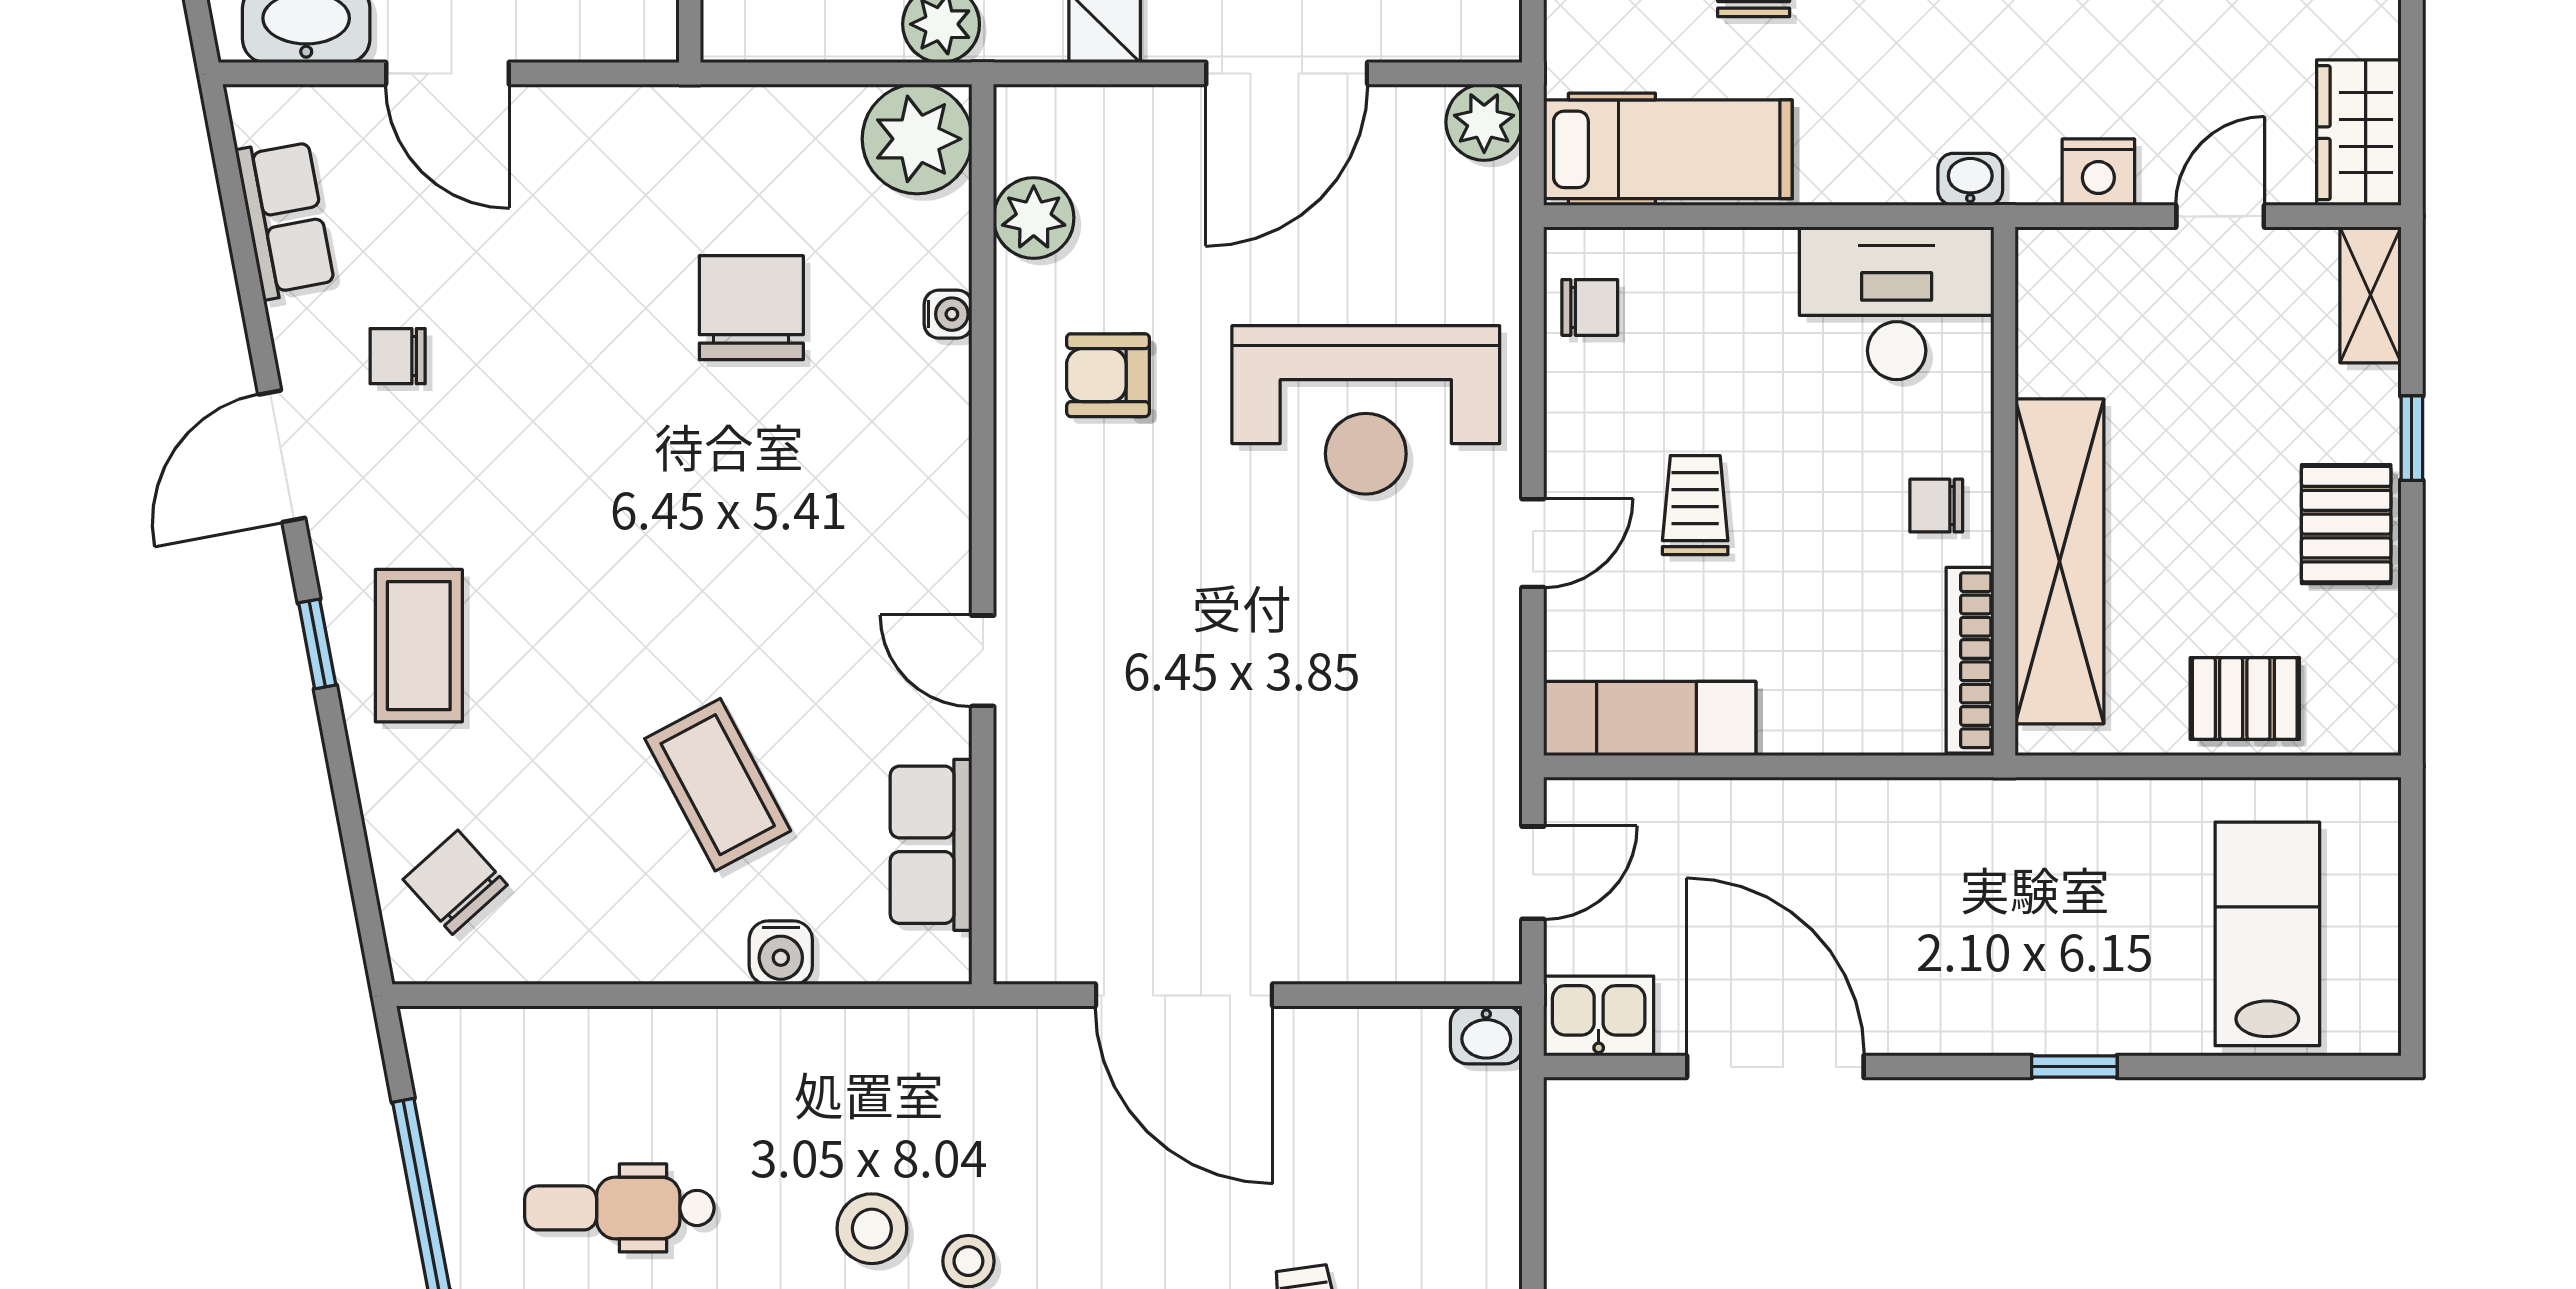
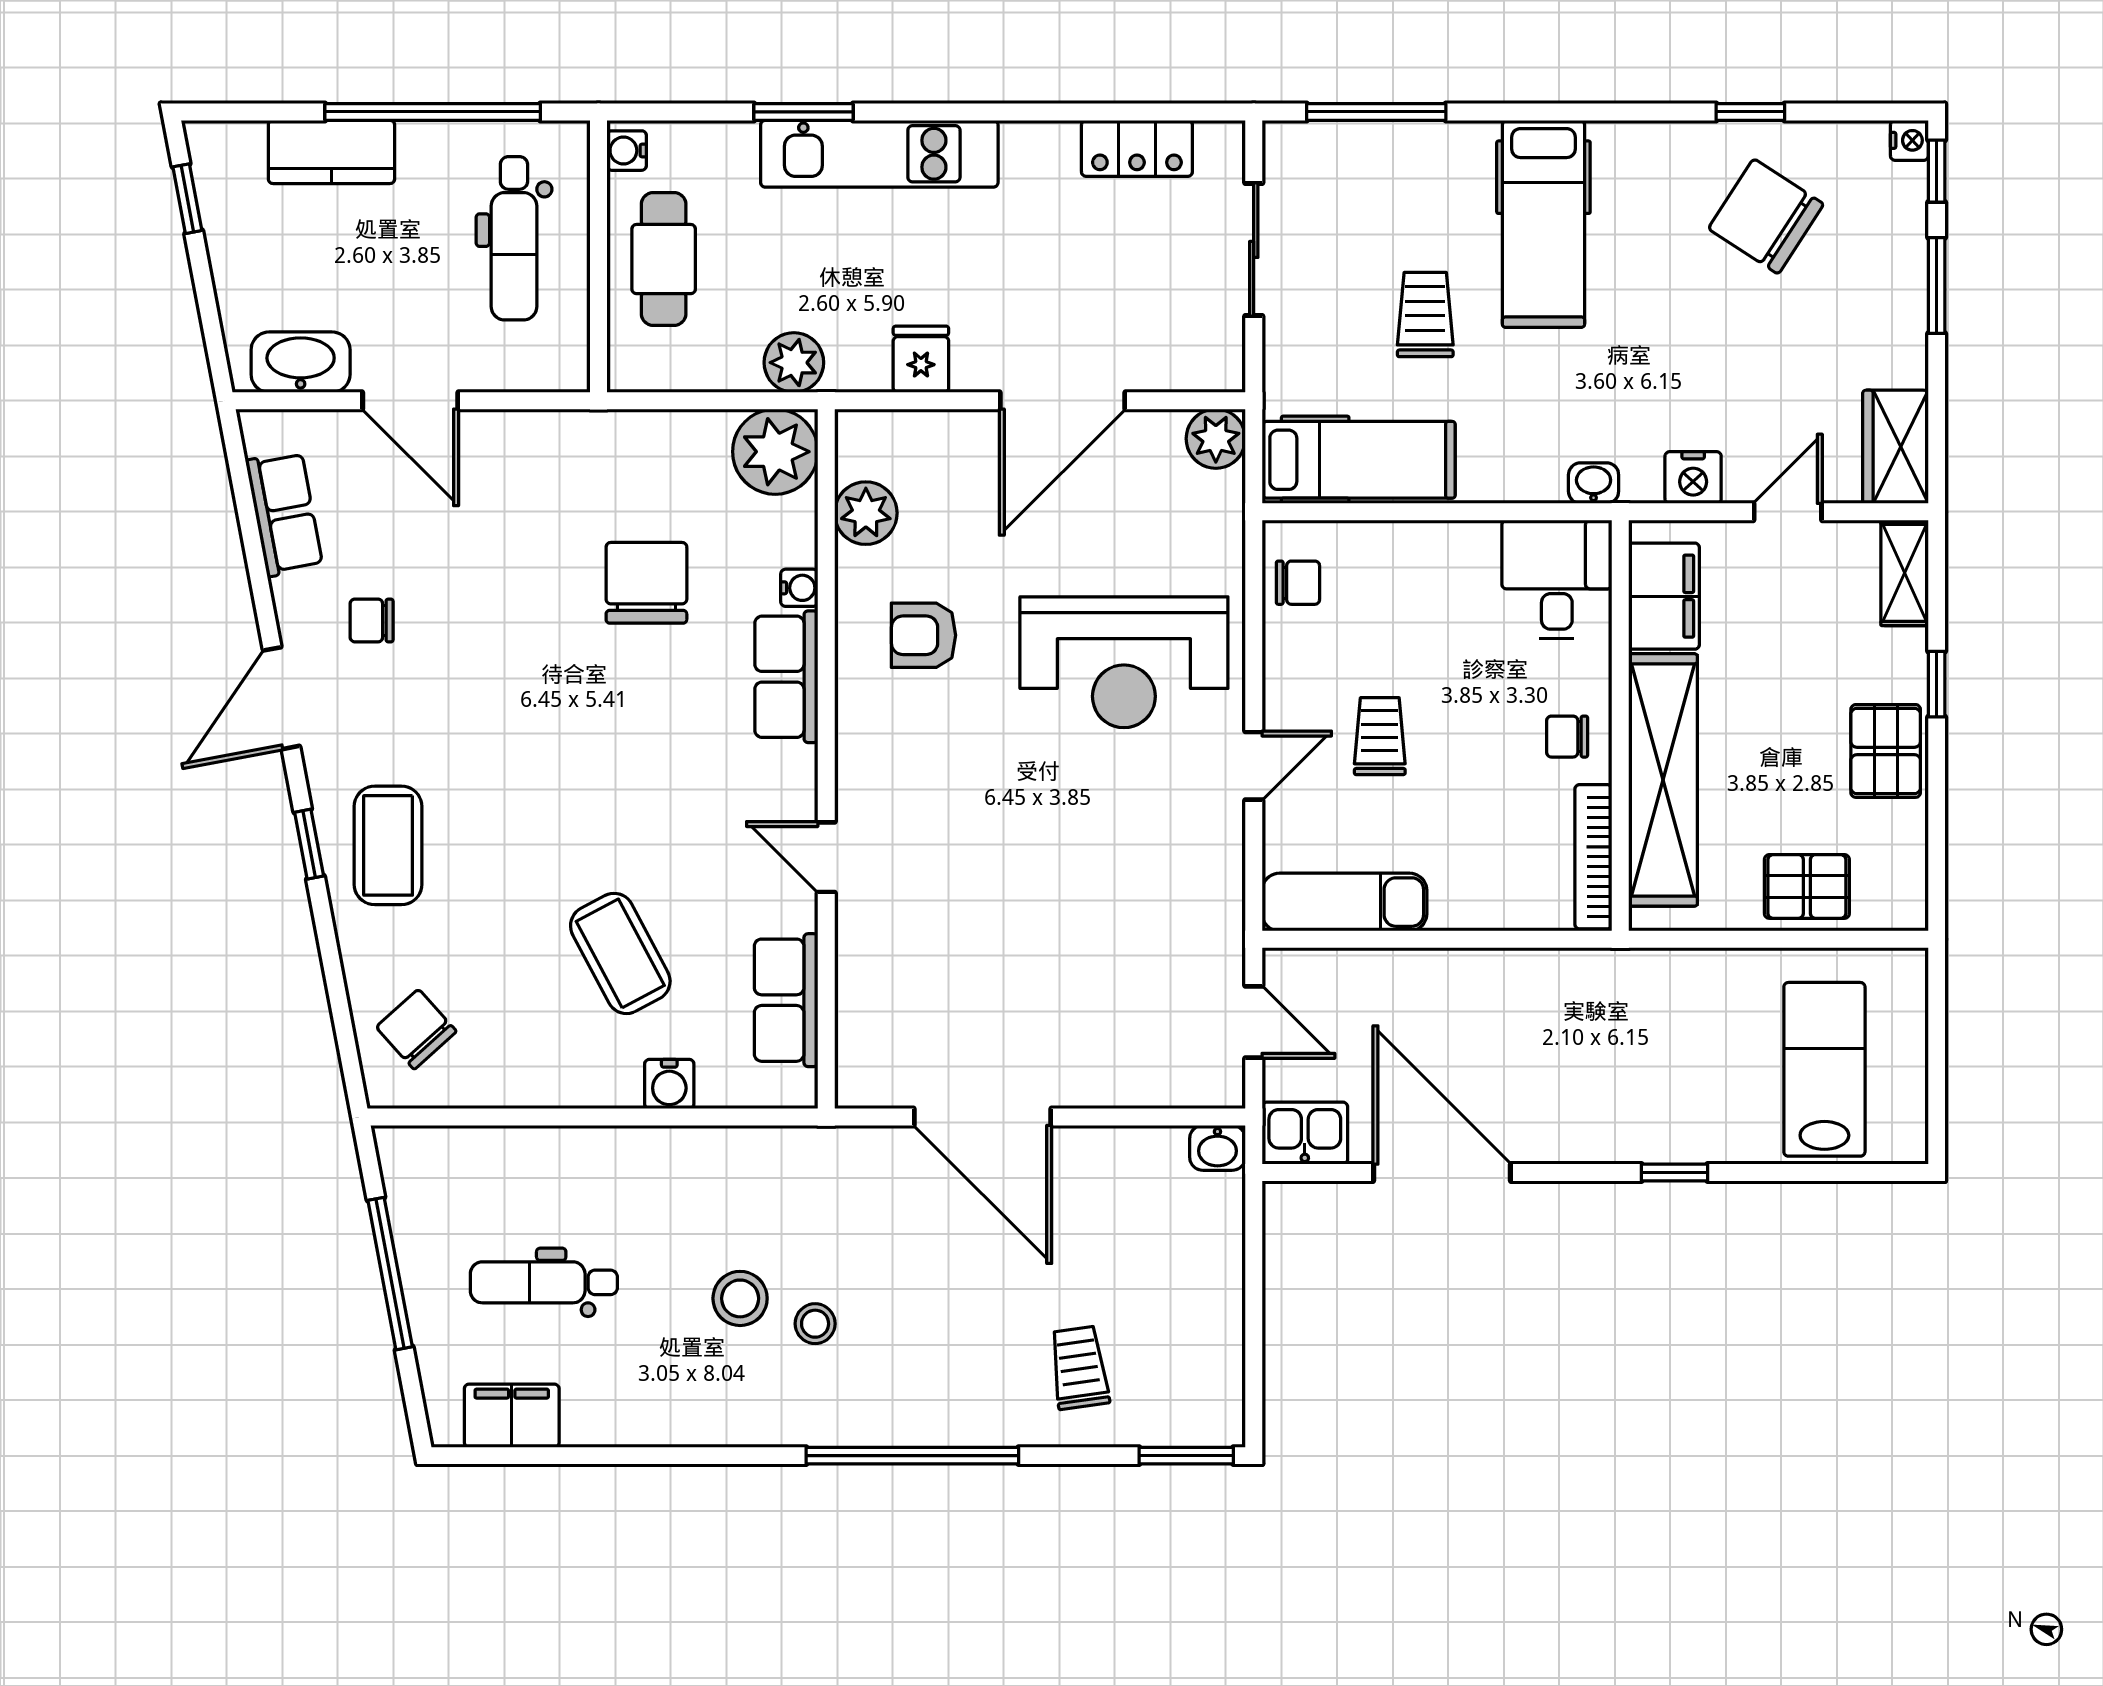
desk: (1897, 303) -> (1557, 579), width x0.73
filing cabinet: (2061, 325) -> (1664, 596), added
row of seats: (931, 429) -> (786, 677), added
door: (1533, 873) -> (1254, 1022), hinge flipped

